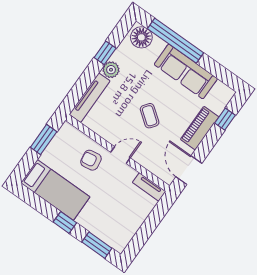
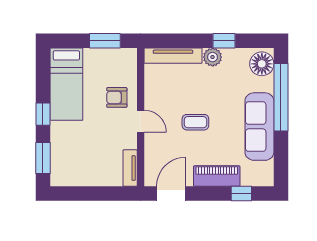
coffee table: (150, 116) -> (195, 122), turned 53
armchair: (91, 160) -> (117, 97), turned -81

